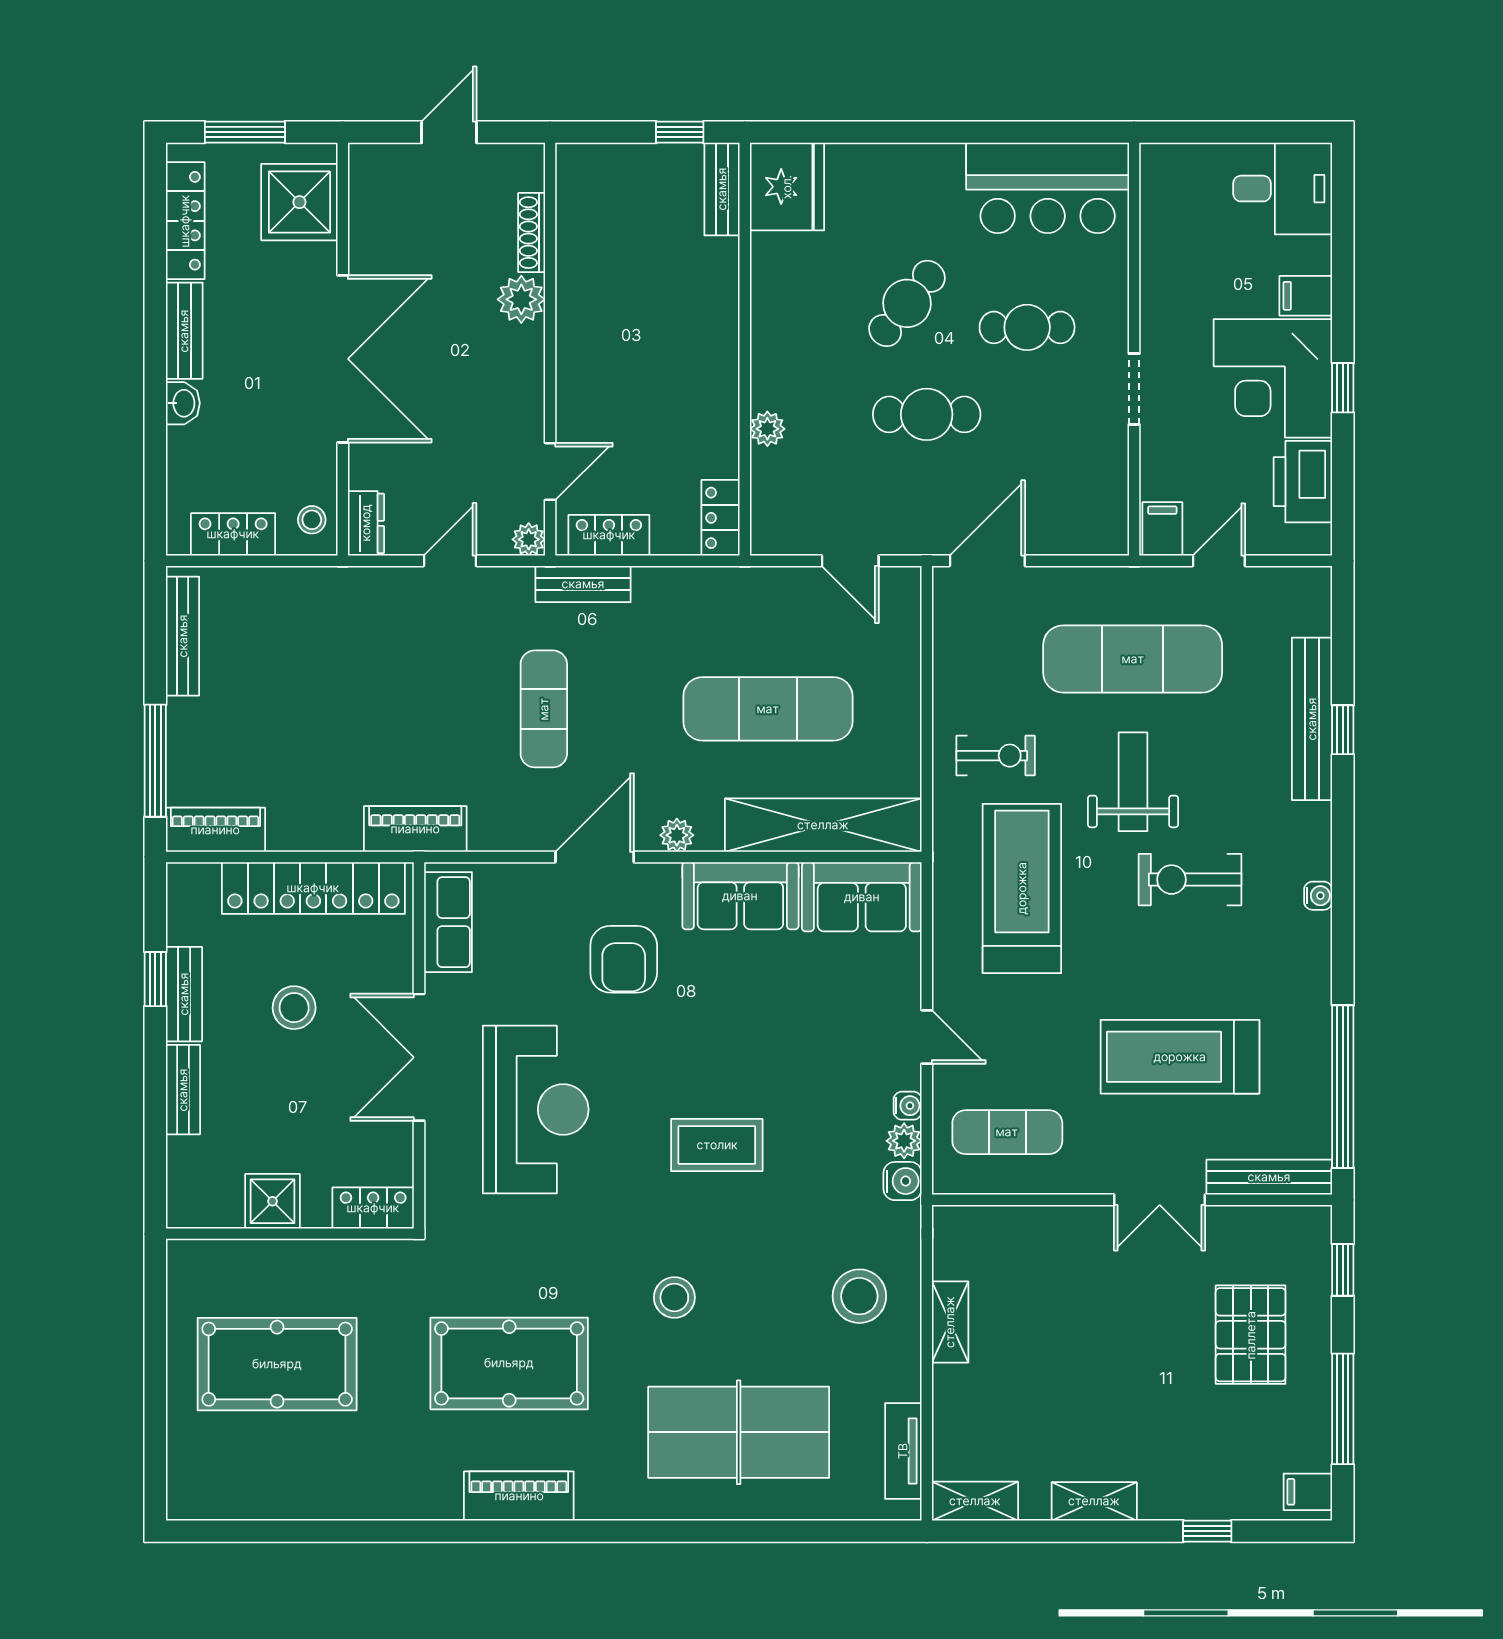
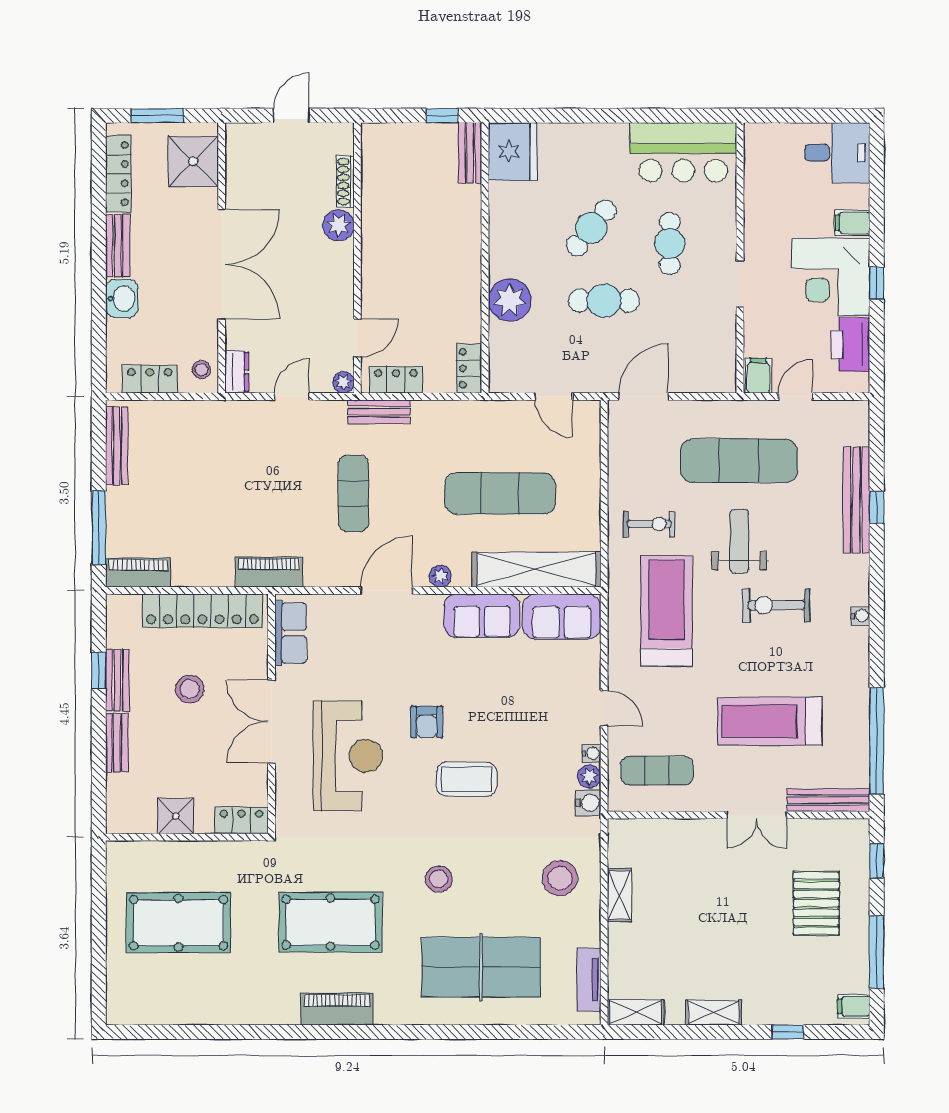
cafe table: (1027, 327) -> (670, 244), turned 90
washbasin: (183, 403) -> (122, 299), width x1.38, depth x1.45
plant: (767, 429) -> (510, 300), width x1.87, depth x1.87
armchair: (624, 959) -> (427, 722), moved, width x0.72, depth x0.72

